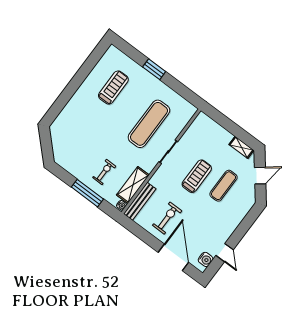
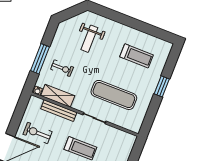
weight bench: (81, 133) -> (89, 39), added
bench: (140, 201) -> (59, 111), moved
exercise bike: (167, 218) -> (38, 133), turned 180

